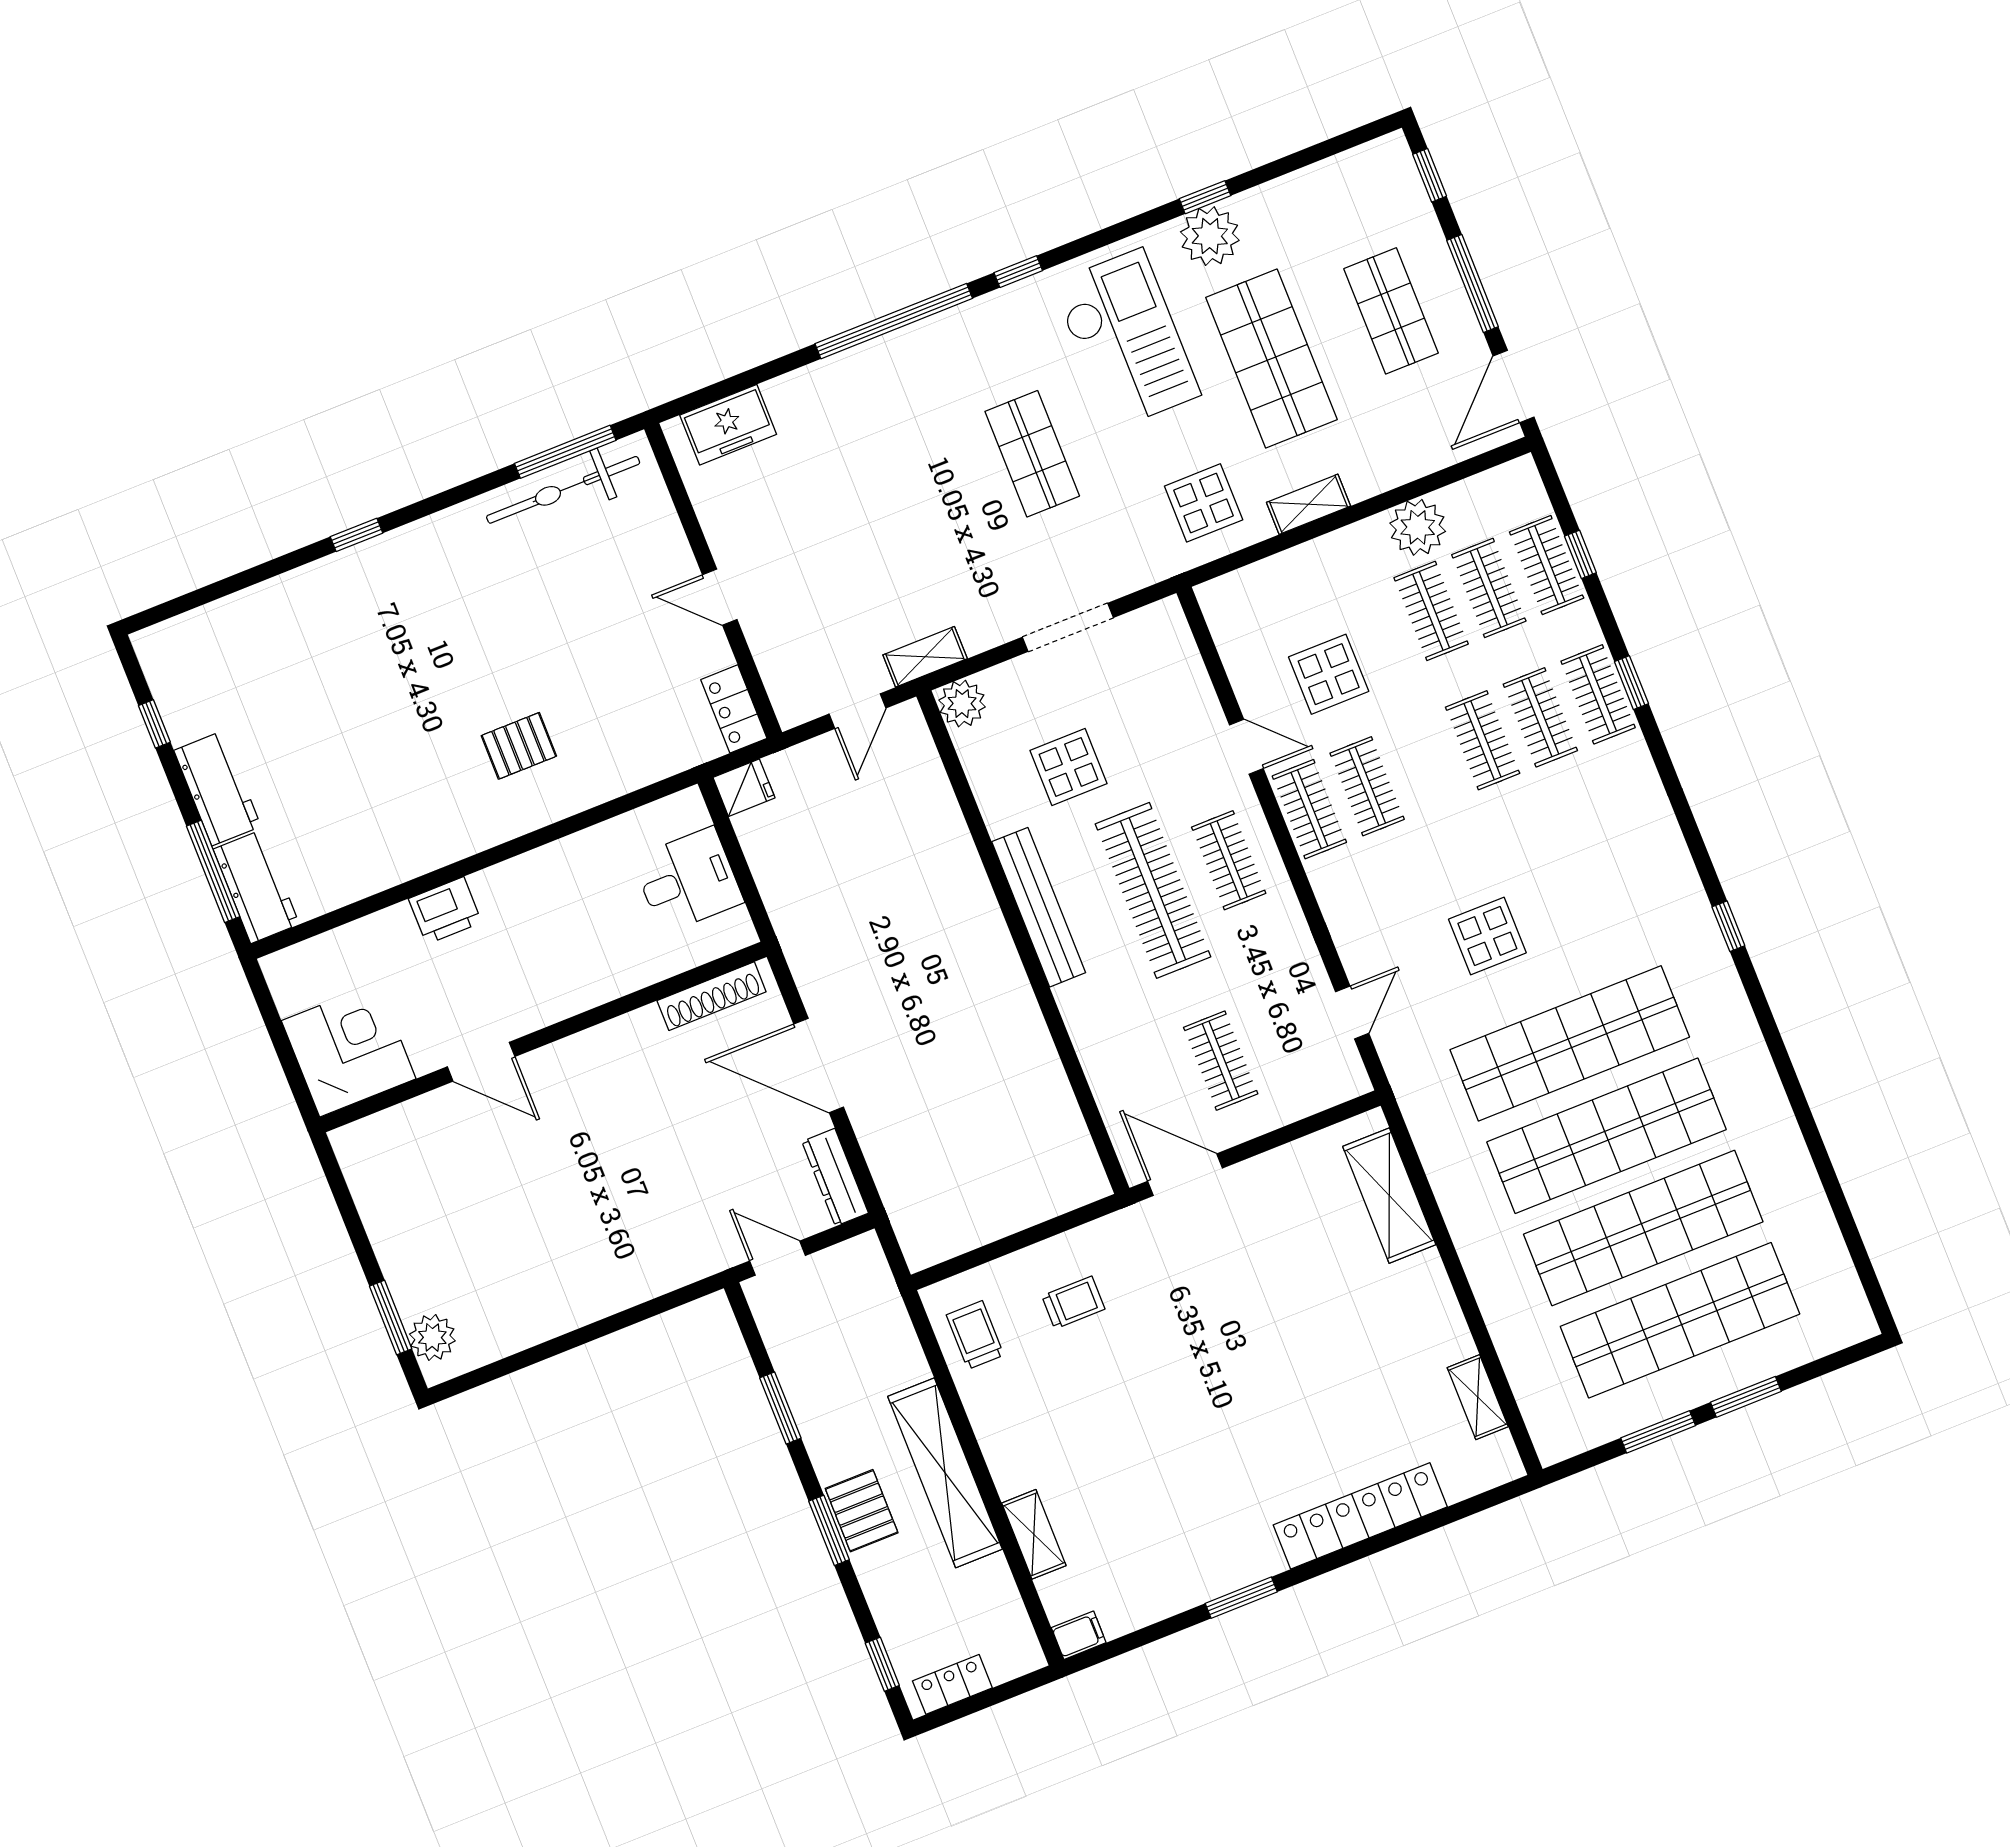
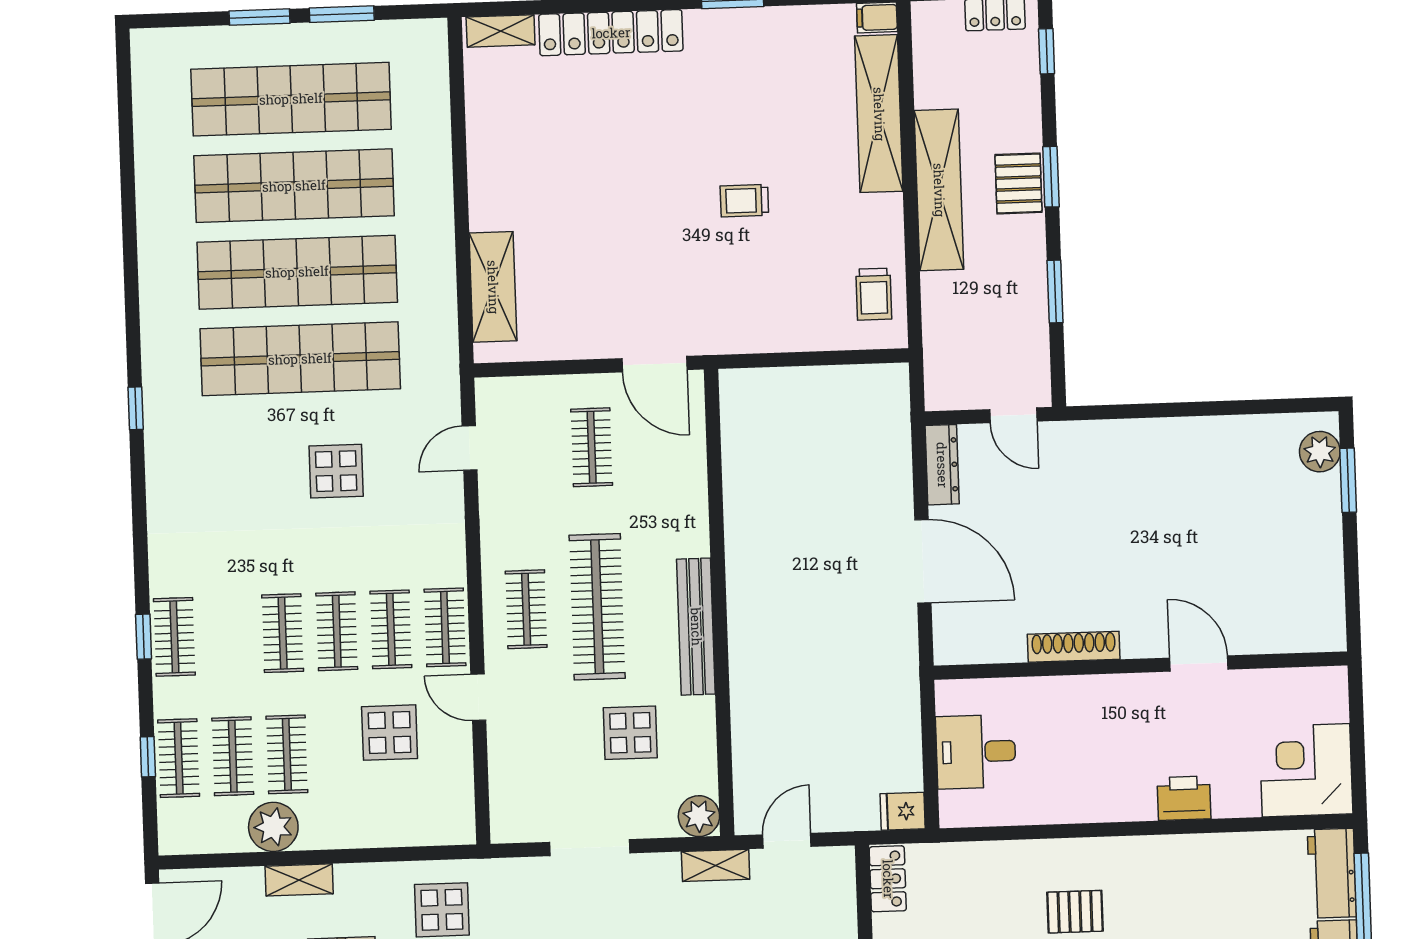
shelving: (1308, 504) -> (299, 880), moved
clothes rail: (1540, 717) -> (337, 631), moved
shoe rack: (712, 996) -> (1074, 647), moved
corner desk: (349, 1050) -> (1306, 770), moved, turned 90
trolley: (1073, 1302) -> (744, 201), moved
shelving: (1478, 1397) -> (501, 31), moved, turned 90
shelving: (1034, 1534) -> (879, 114), width x2.20, depth x1.33

